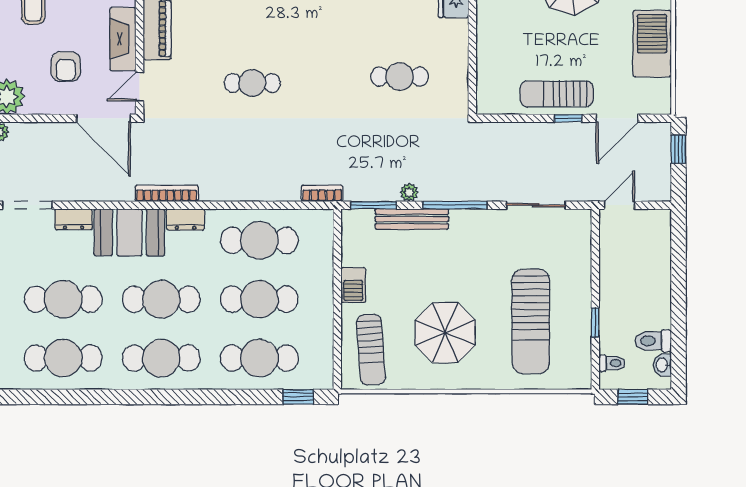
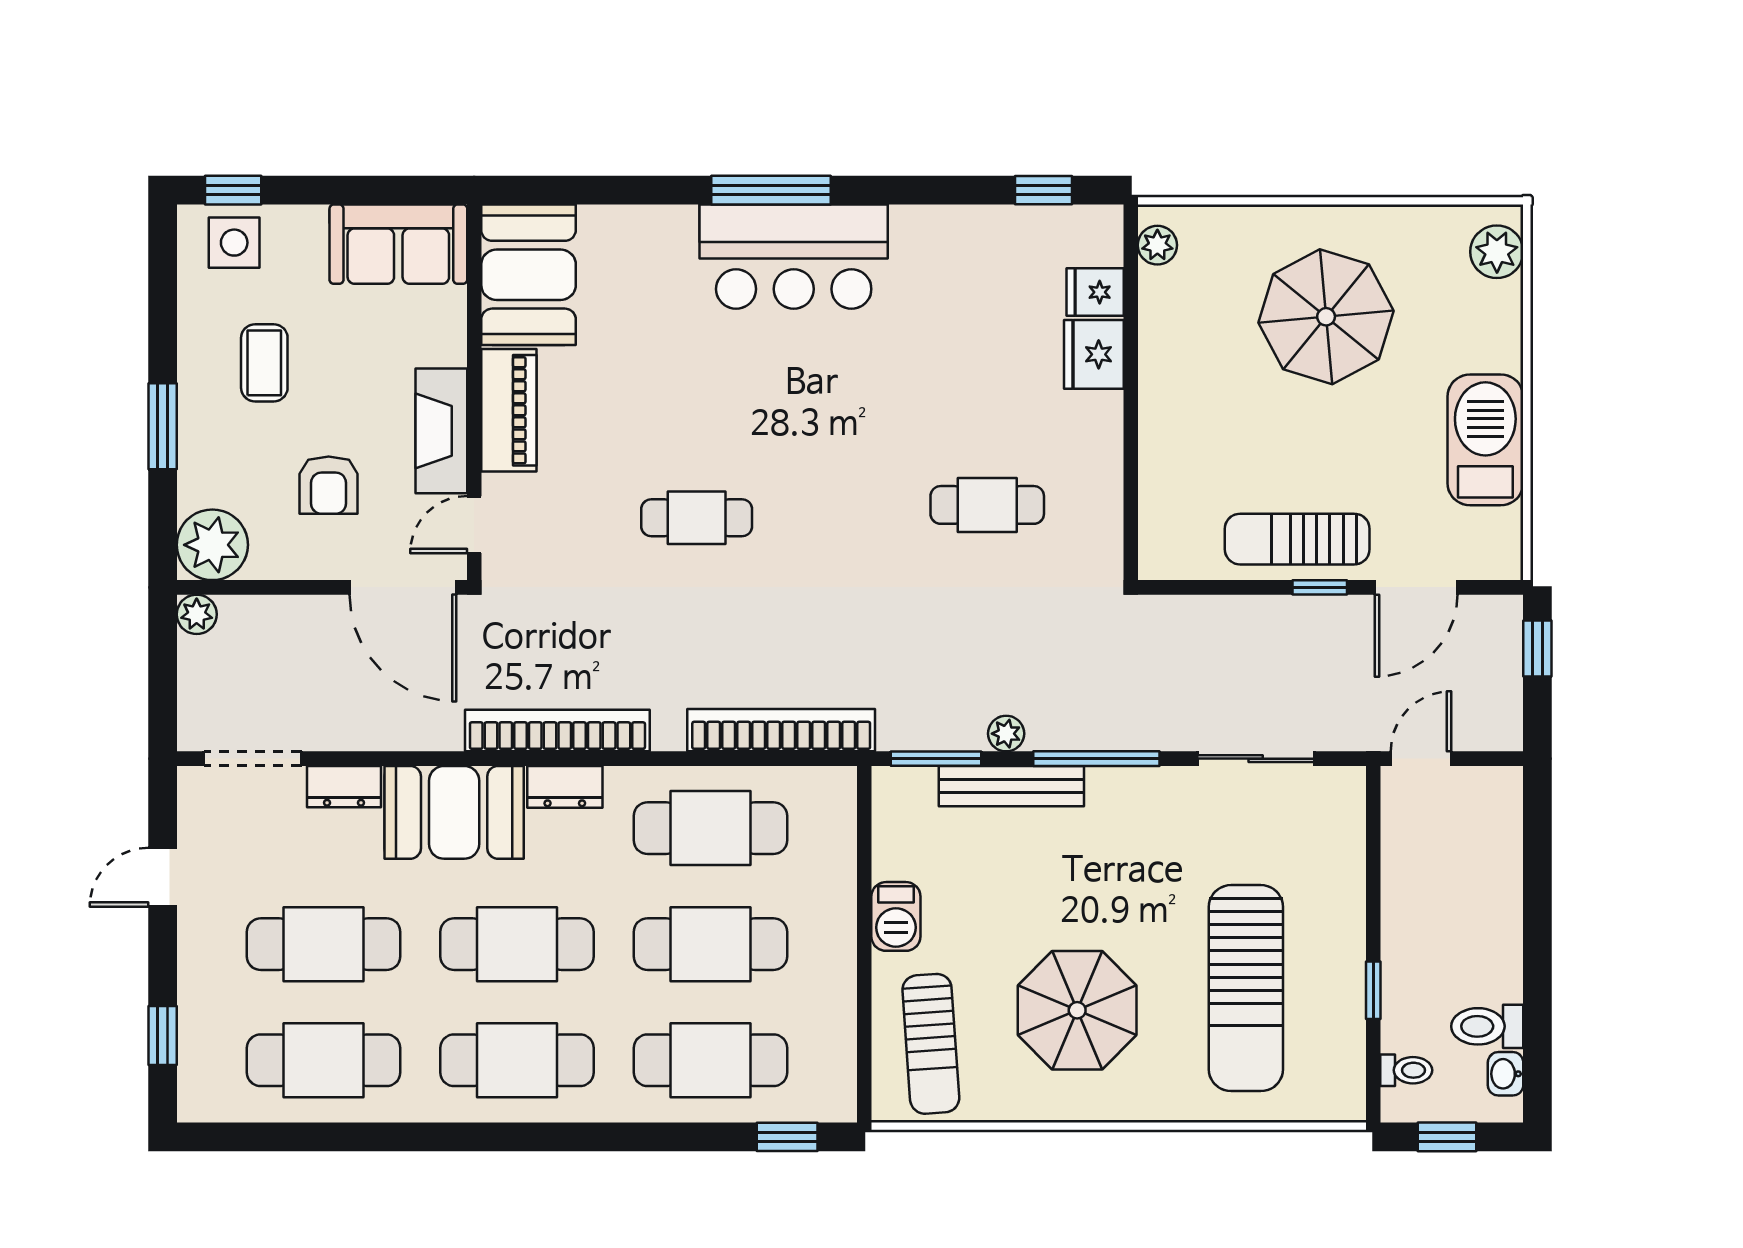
bookcase: (167, 193) -> (557, 731), width x1.48, depth x1.31
bookcase: (322, 193) -> (781, 730), width x2.31, depth x1.31

